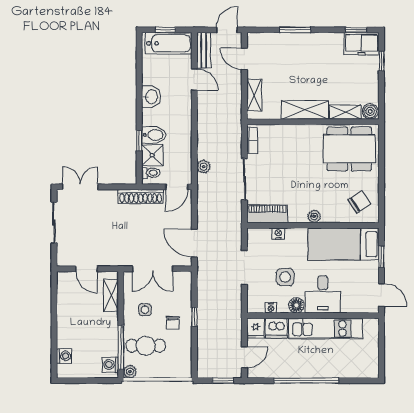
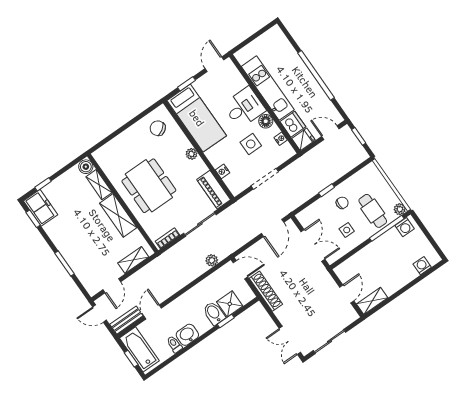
dining table: (349, 149) -> (149, 186), moved
toilet: (151, 173) -> (174, 344), moved
shelving: (111, 295) -> (372, 301), moved

